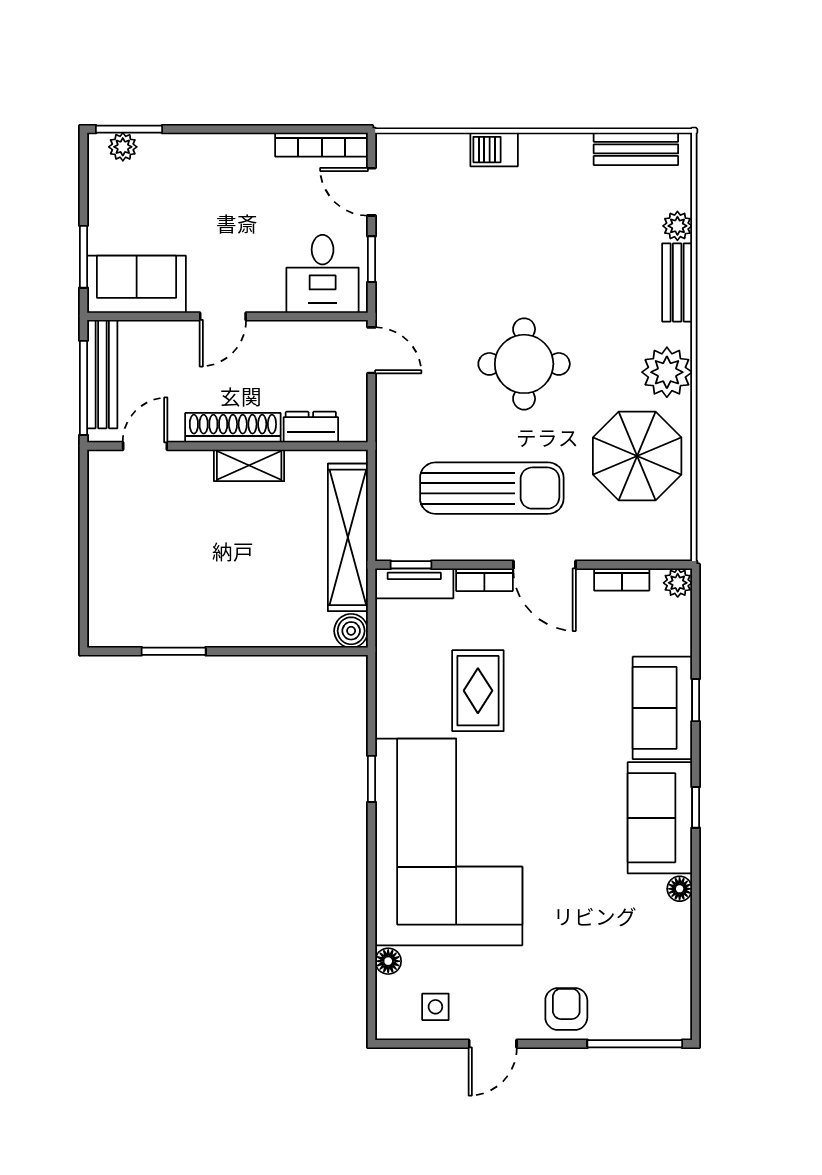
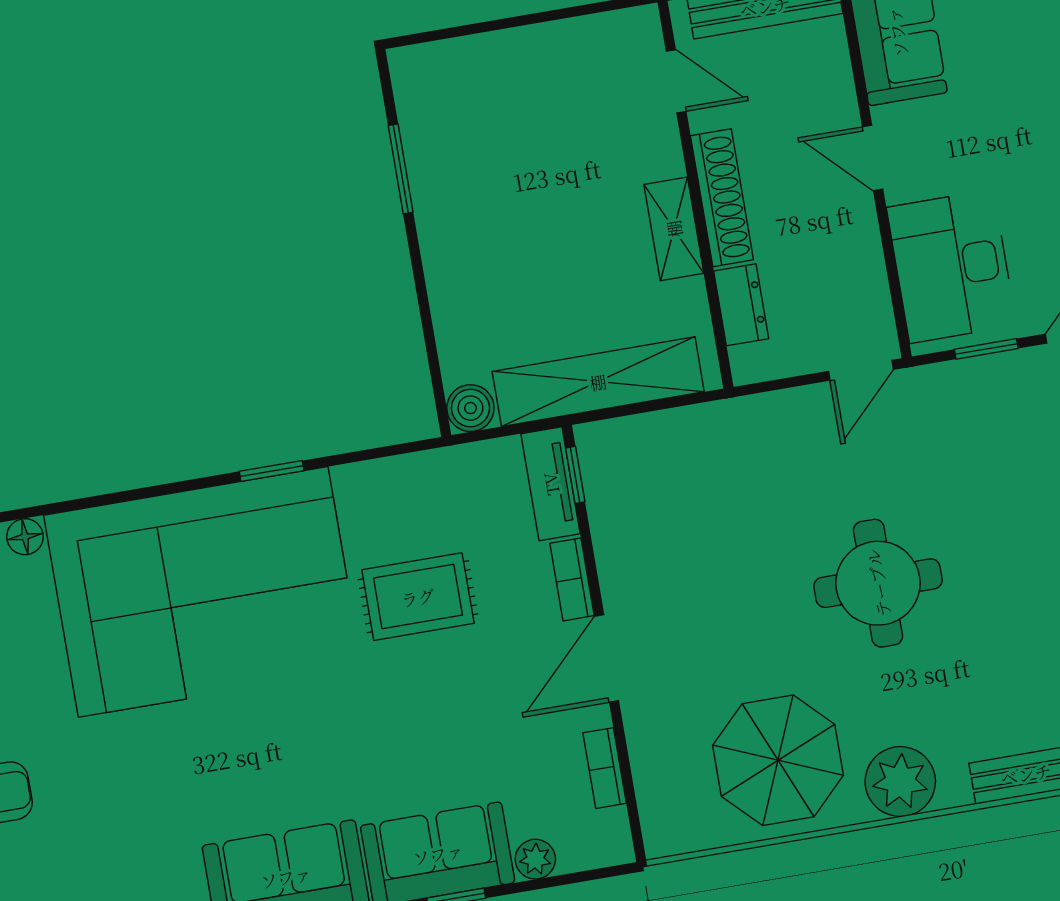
desk: (323, 274) -> (951, 266), width x1.37
sun lounger: (492, 488) -> (700, 568), removed
plant: (678, 583) -> (535, 859), moved

